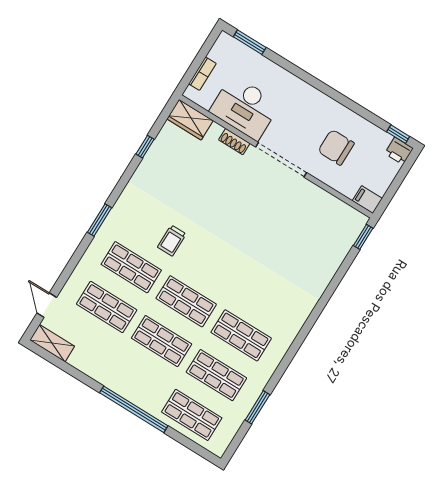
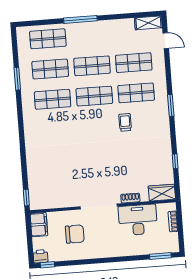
filing cabinet: (367, 200) -> (39, 225), width x2.00
window: (257, 407) -> (17, 79), moved
window: (134, 409) -> (80, 19), width x0.68

